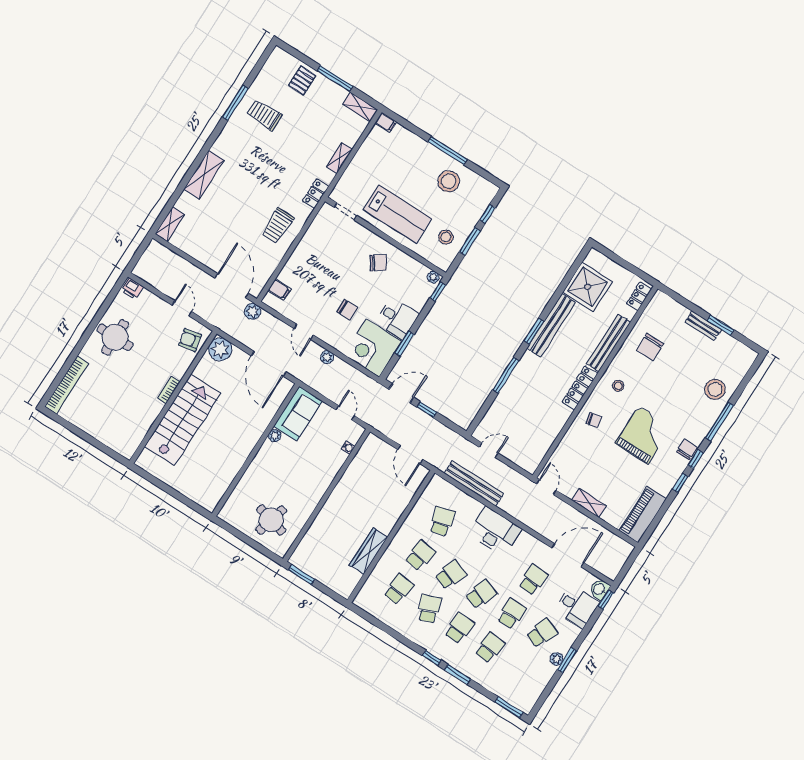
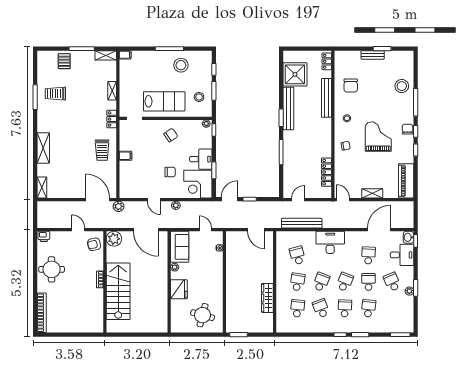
filing cabinet: (279, 290) -> (126, 156), moved
locker: (580, 388) -> (326, 172), moved
fridge: (262, 467) -> (179, 289), added
school desk: (542, 633) -> (392, 282), turned -45

